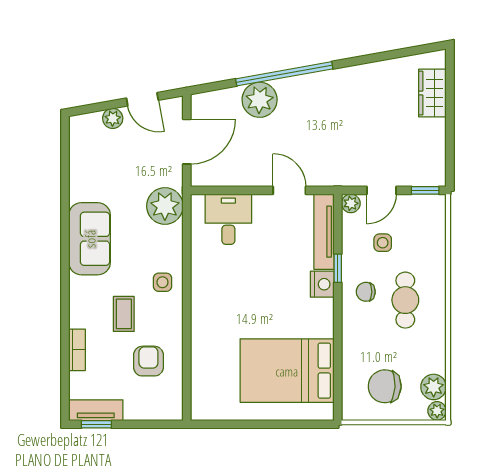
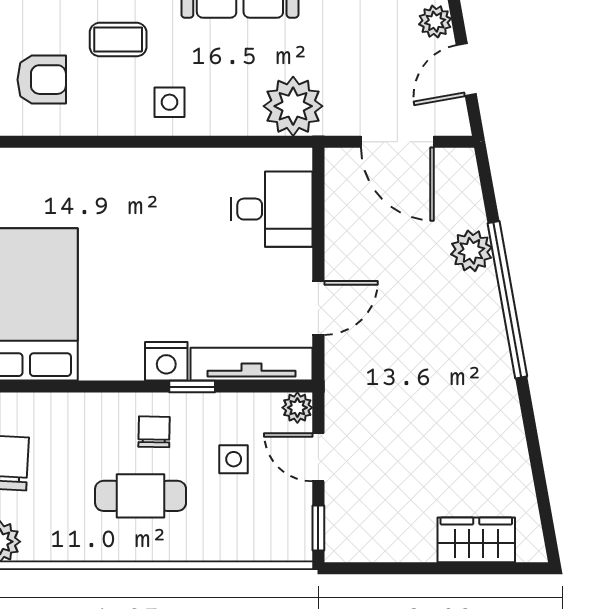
plant: (260, 100) -> (471, 251), width x0.73, depth x0.73

